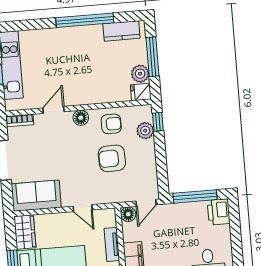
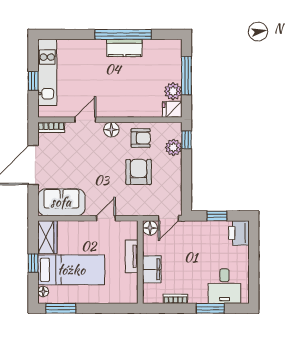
kitchen counter: (121, 31) -> (124, 48), moved
armchair: (112, 158) -> (139, 172), turned 92
window: (195, 196) -> (217, 216), width x0.46
door: (83, 208) -> (106, 218), swing flipped

